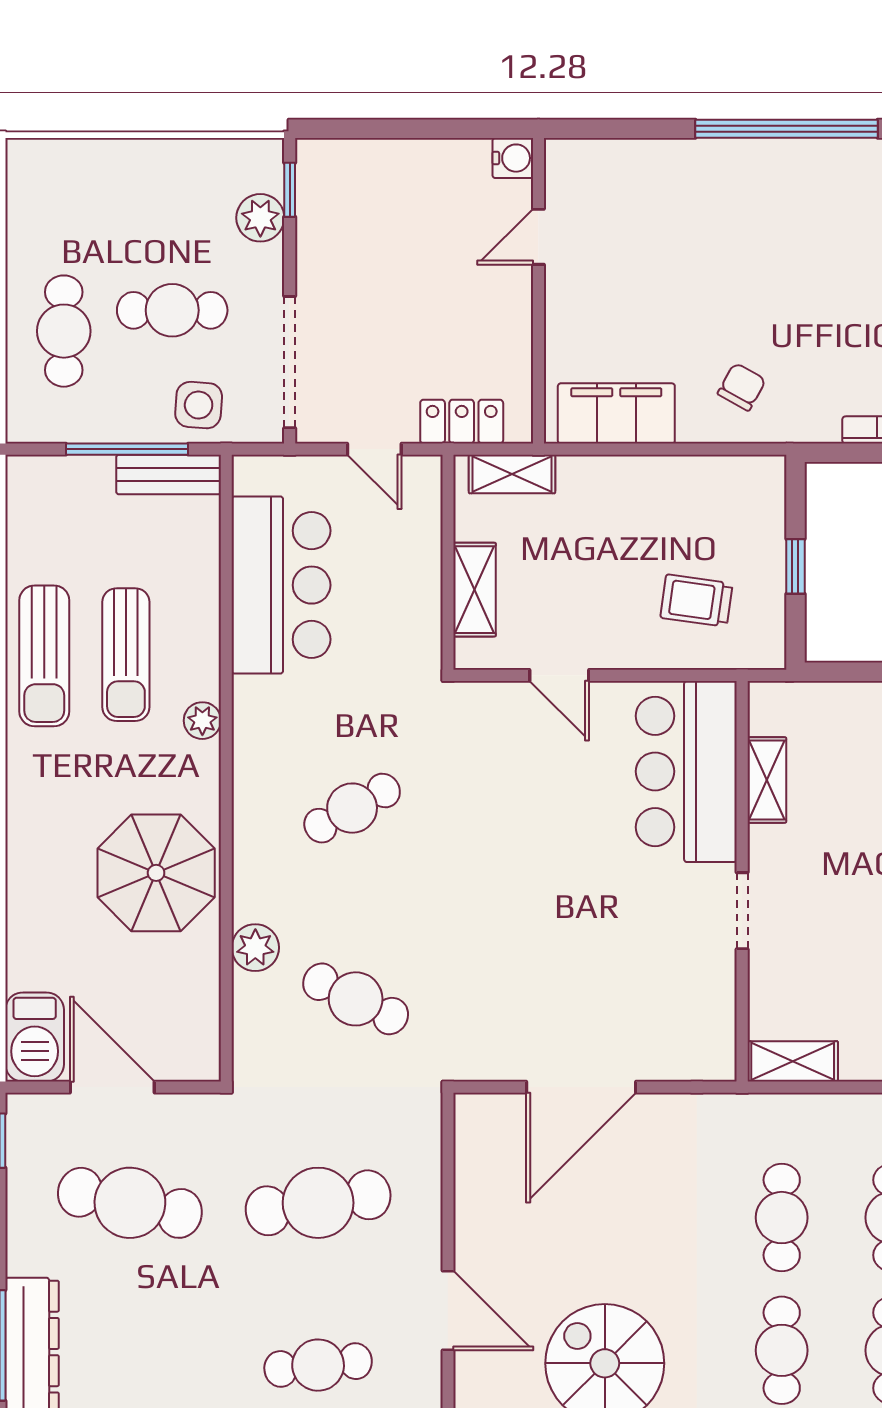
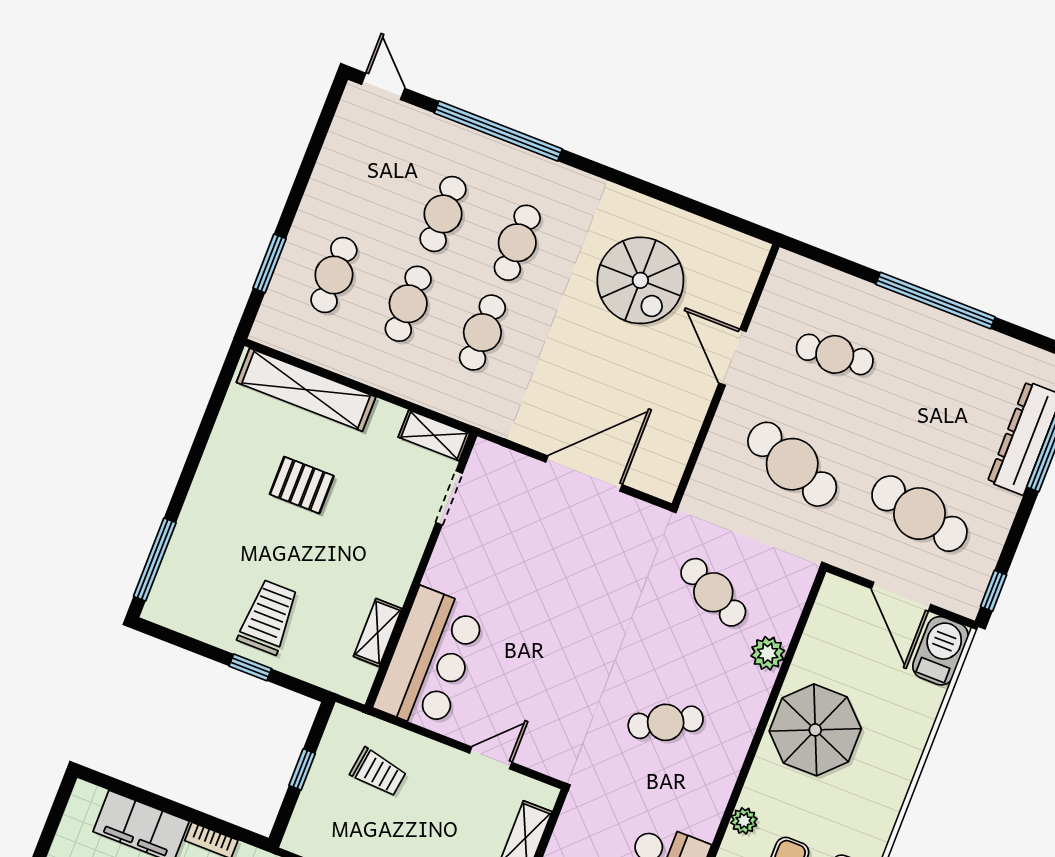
door: (559, 675) -> (491, 758), hinge flipped
doorway: (742, 911) -> (449, 498), moved
cafe table: (318, 1203) -> (792, 464), turned 30

